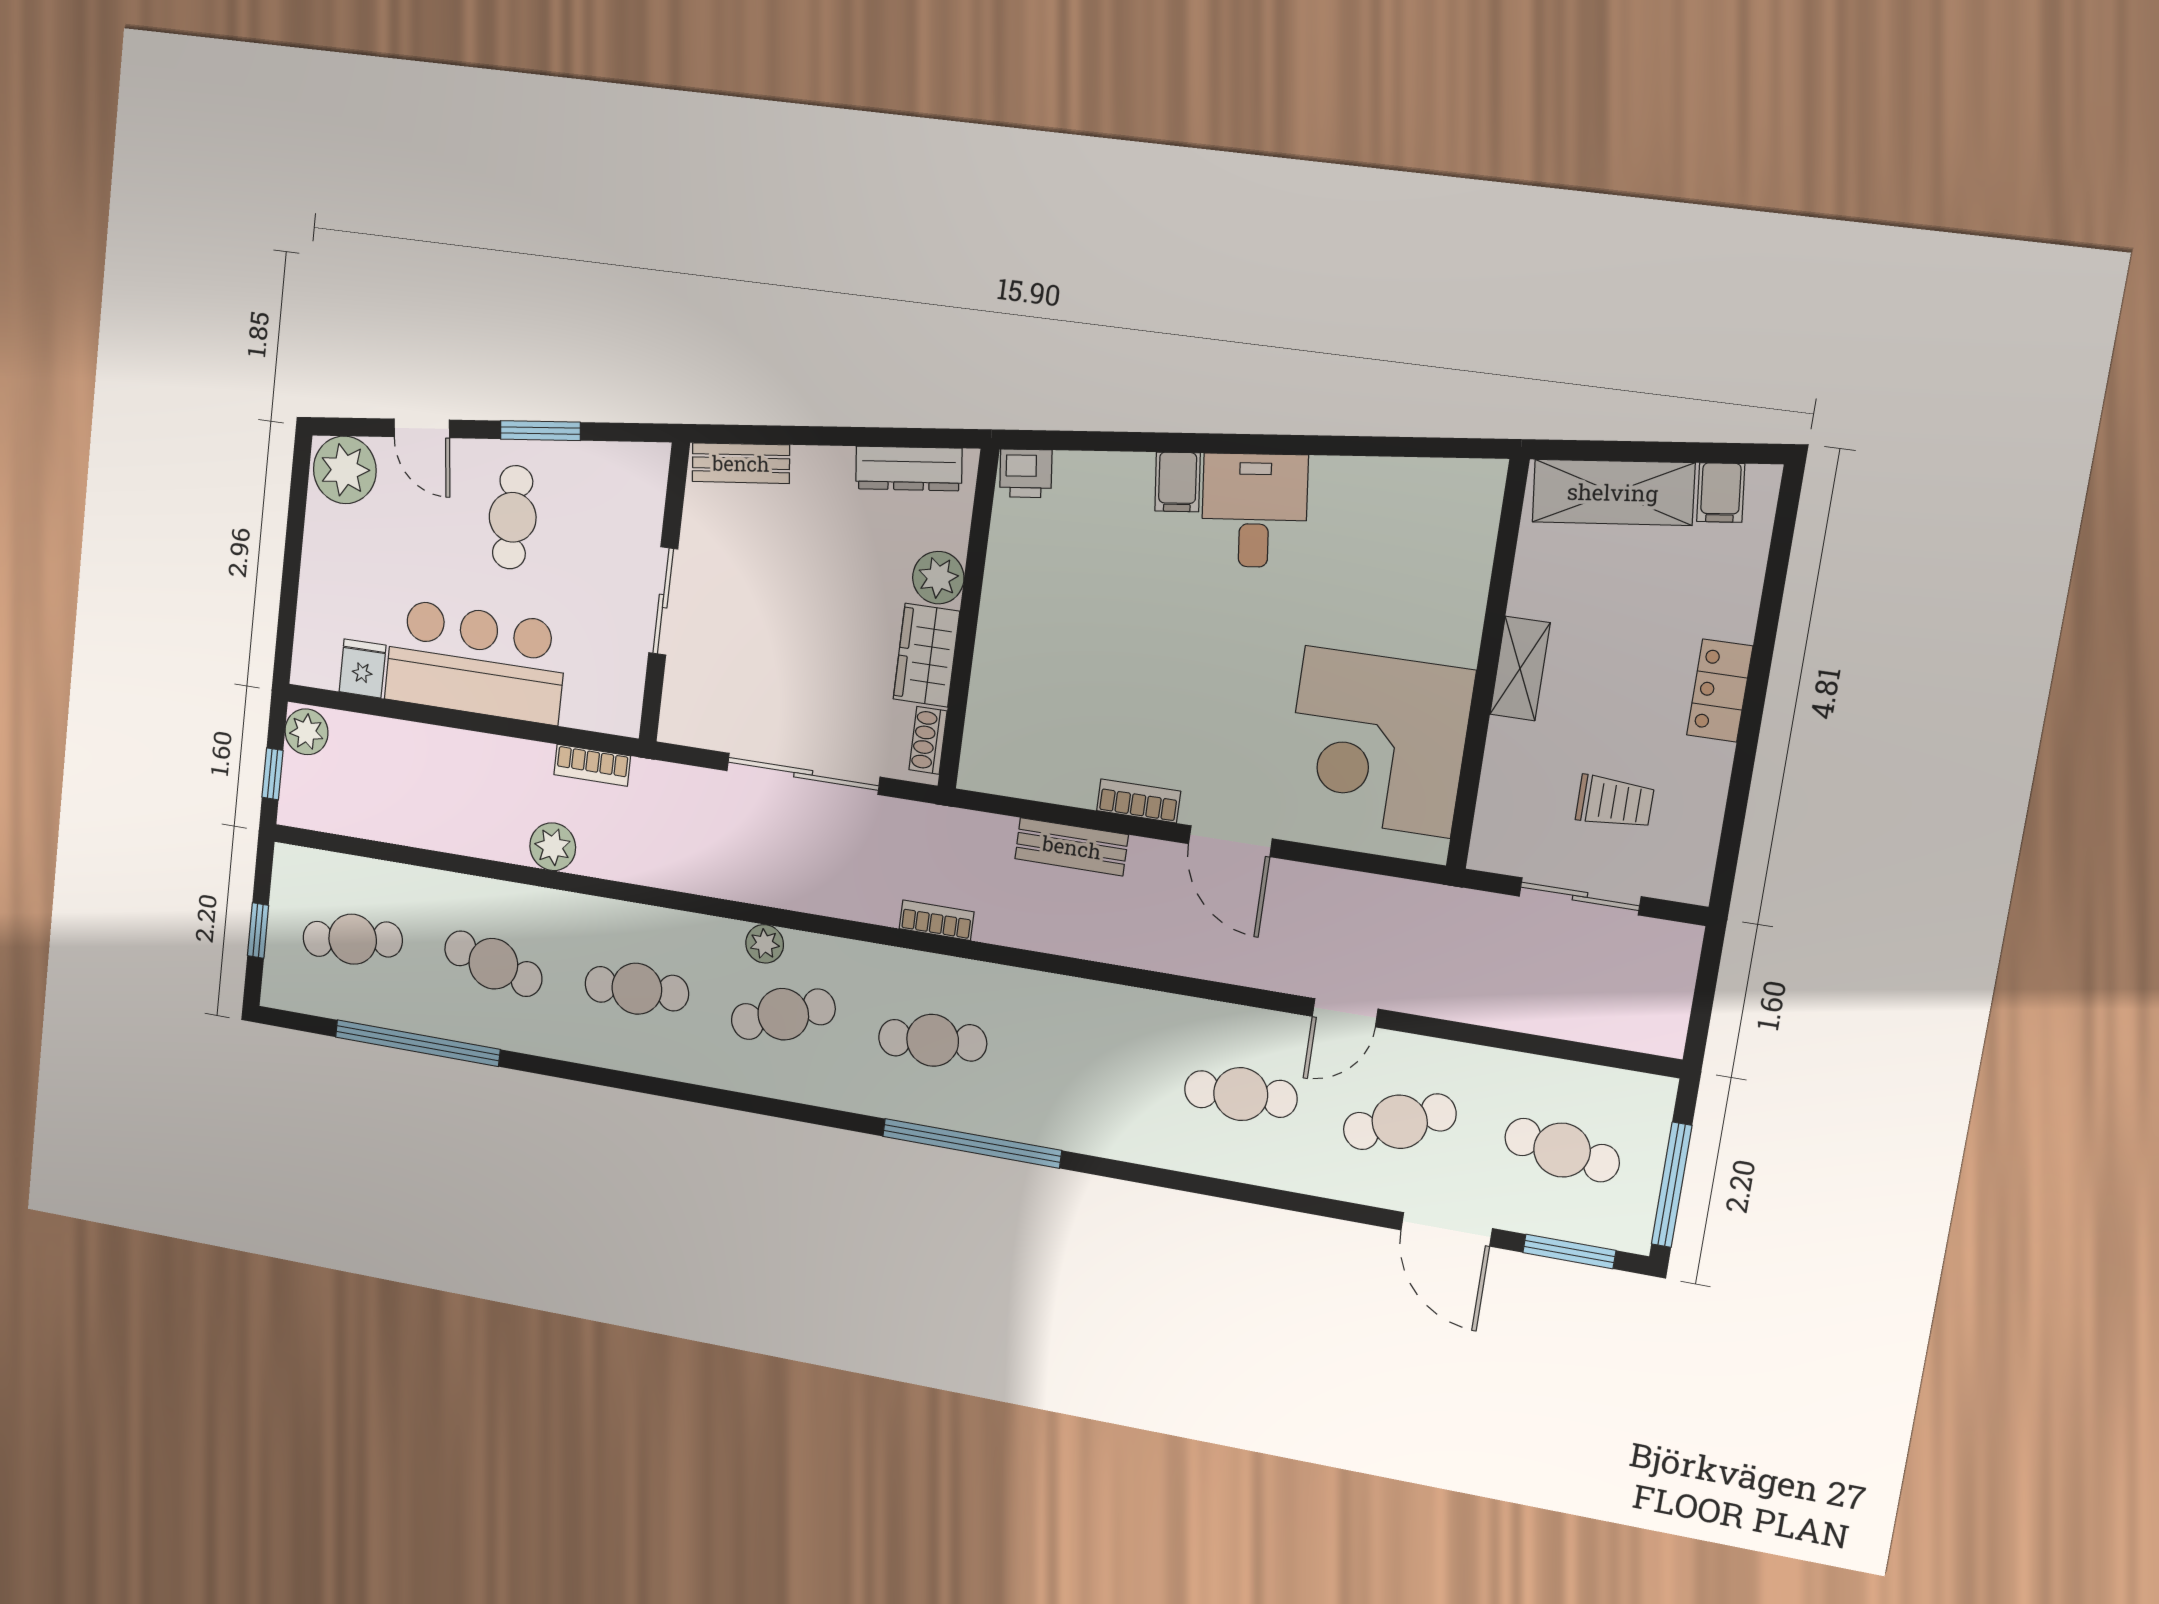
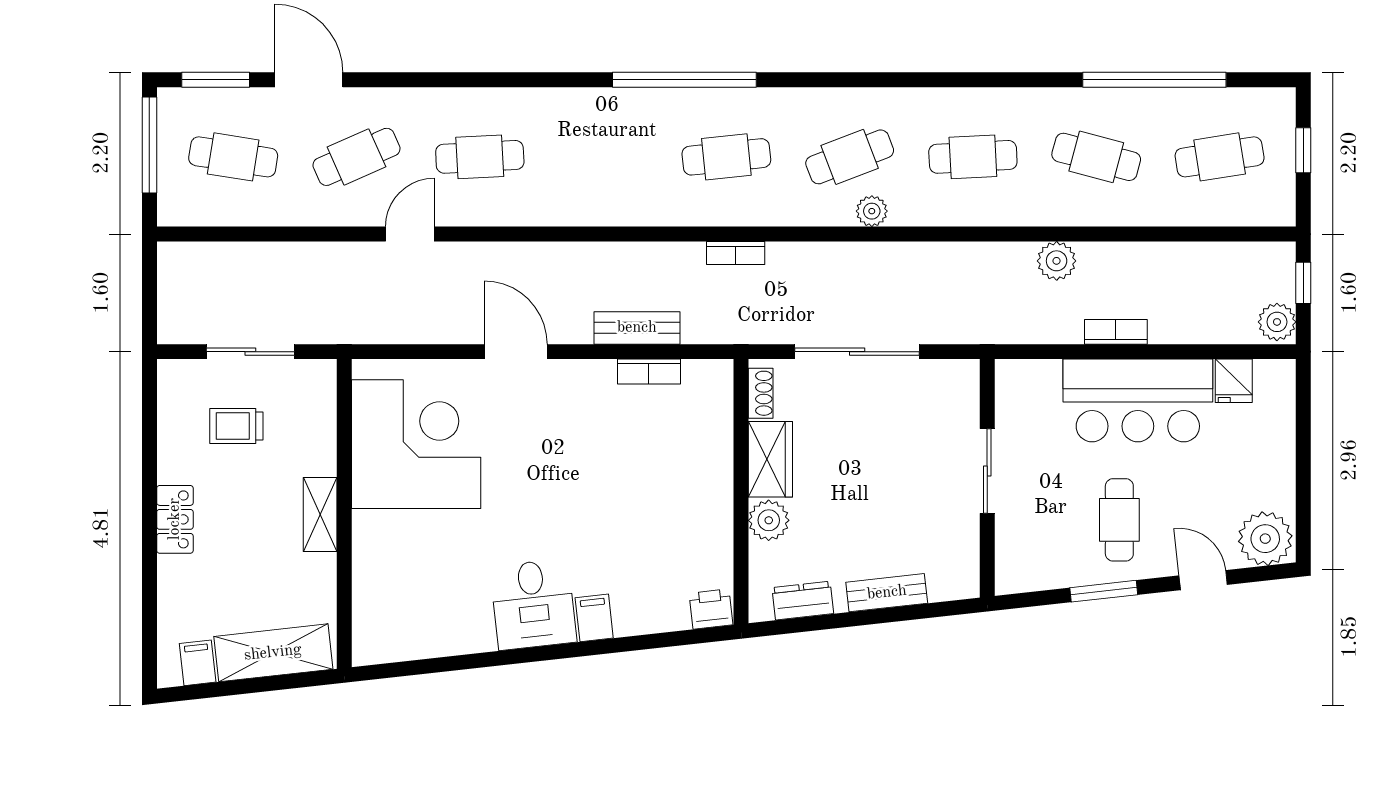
bench: (741, 463) -> (887, 593), moved
dresser: (909, 469) -> (803, 601), width x0.70
bookcase: (592, 765) -> (1116, 332), moved
bookcase: (1139, 801) -> (649, 372), moved

